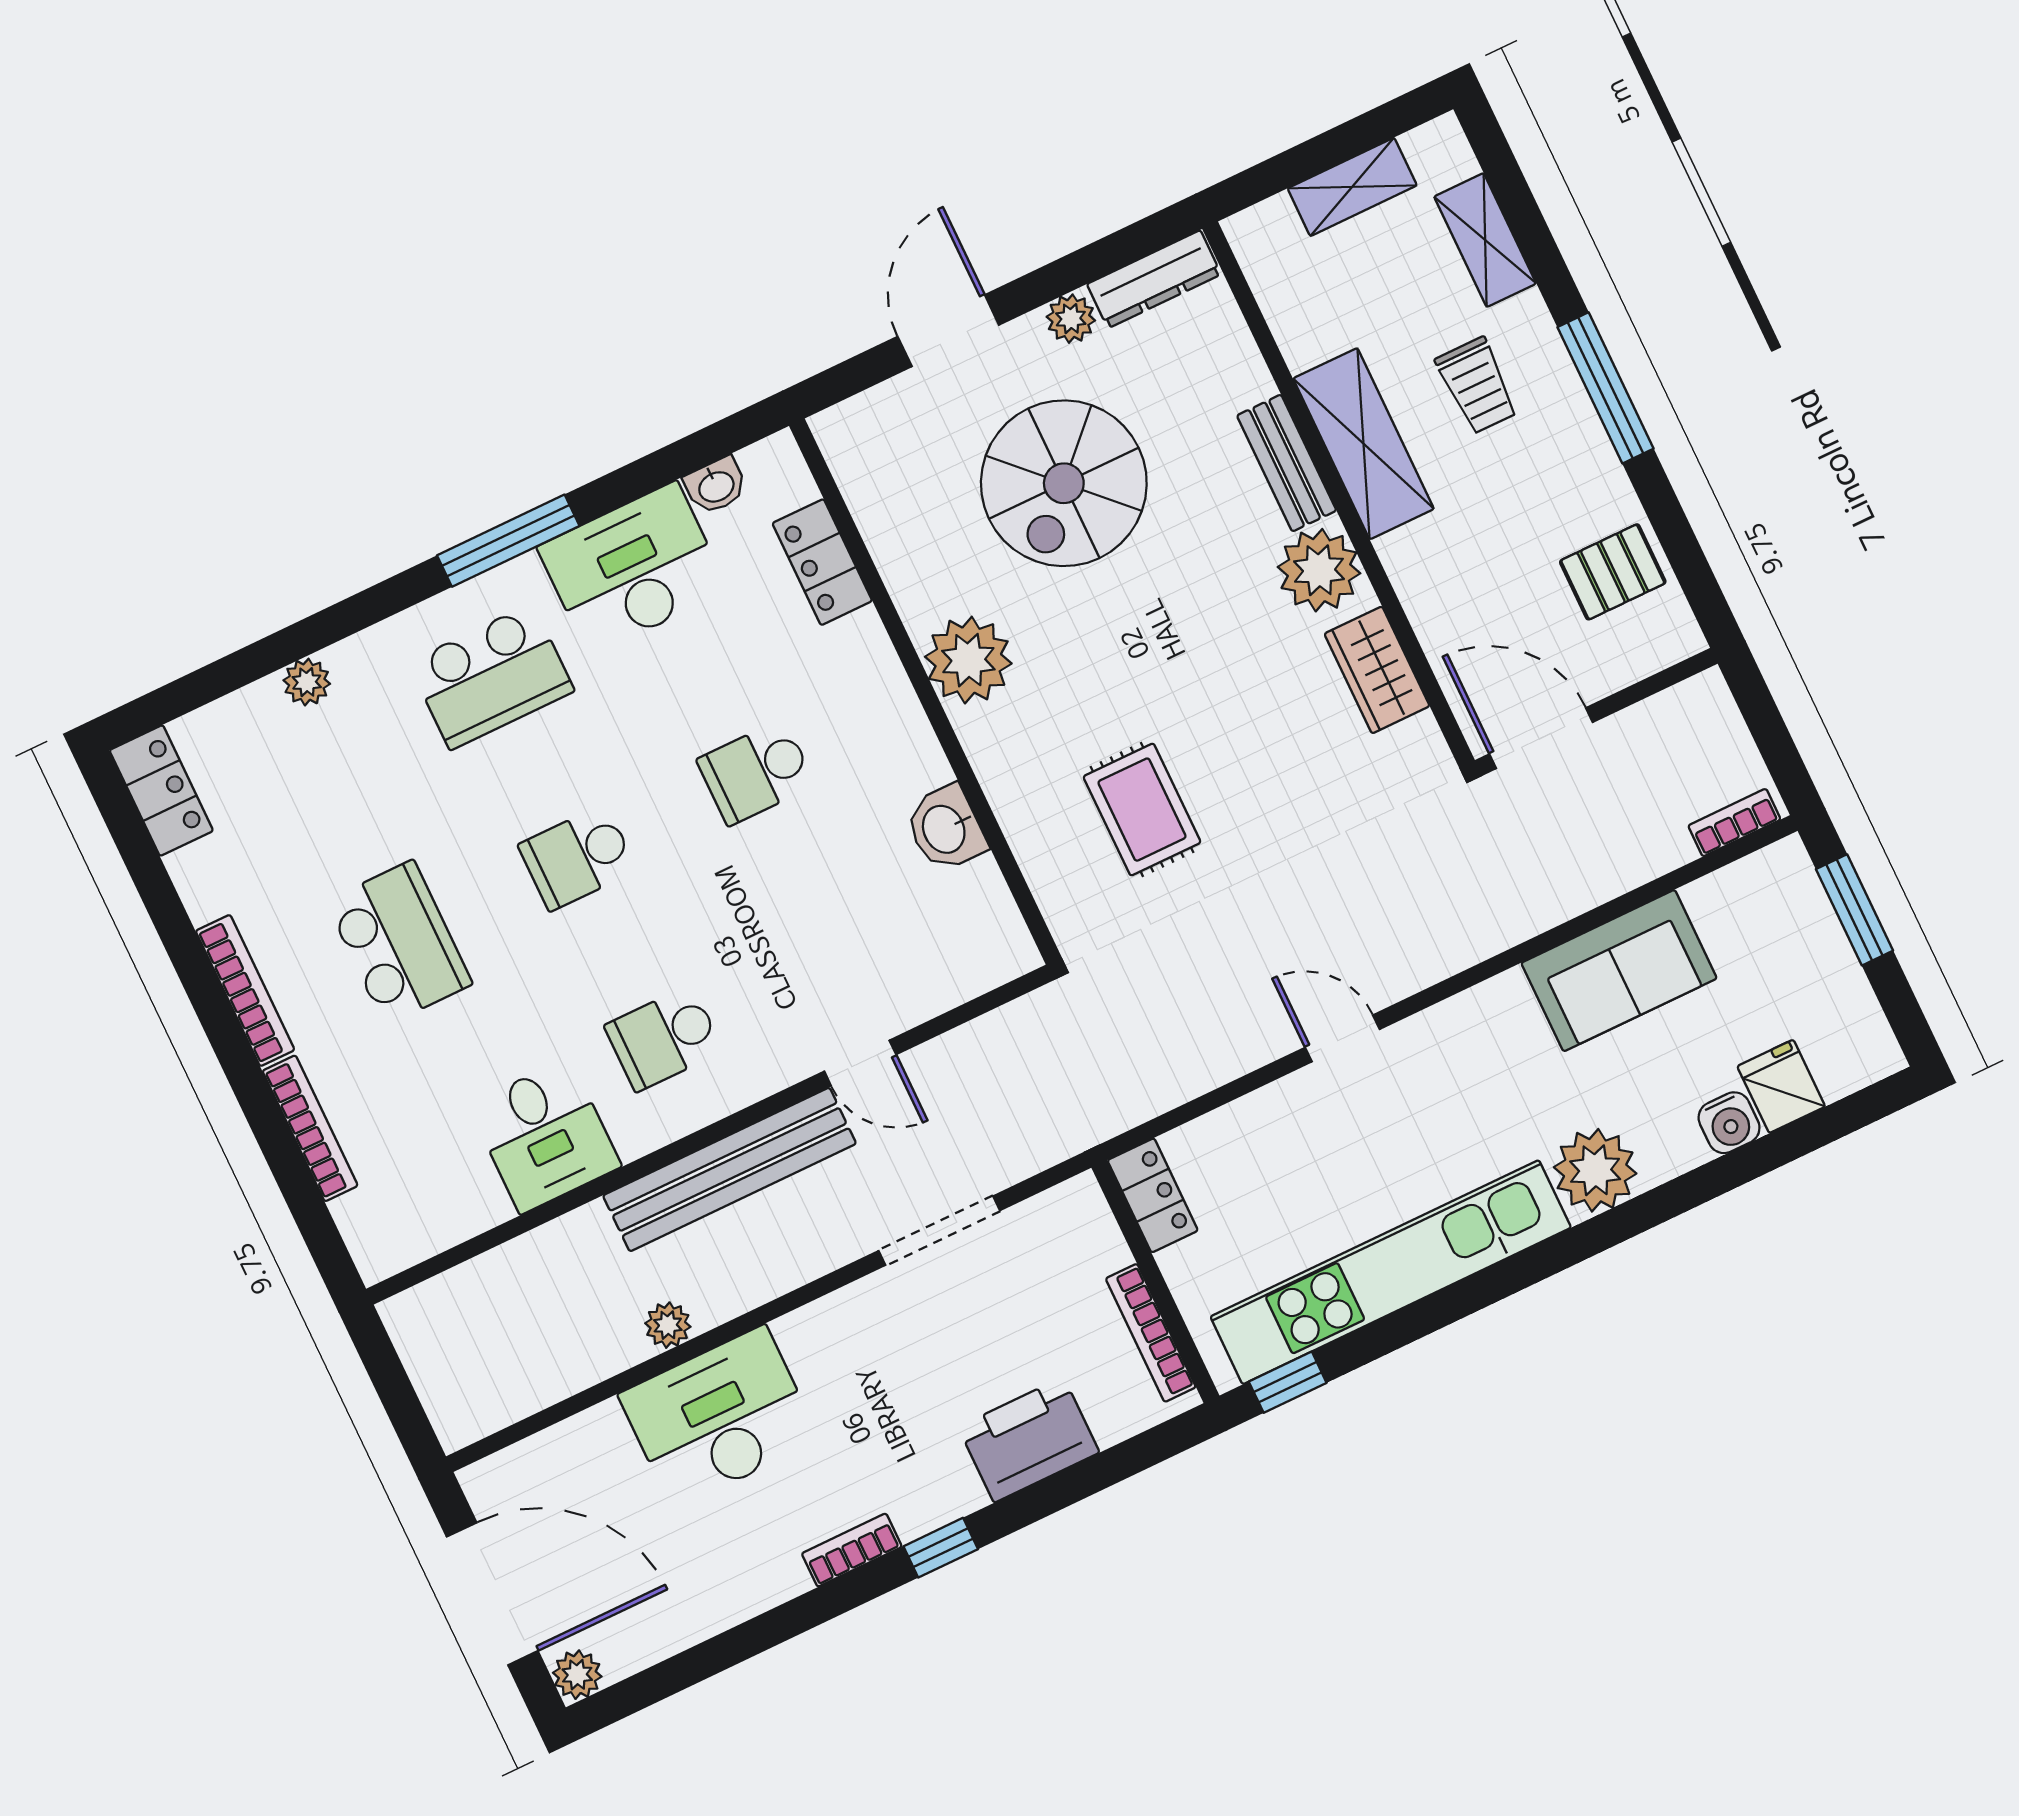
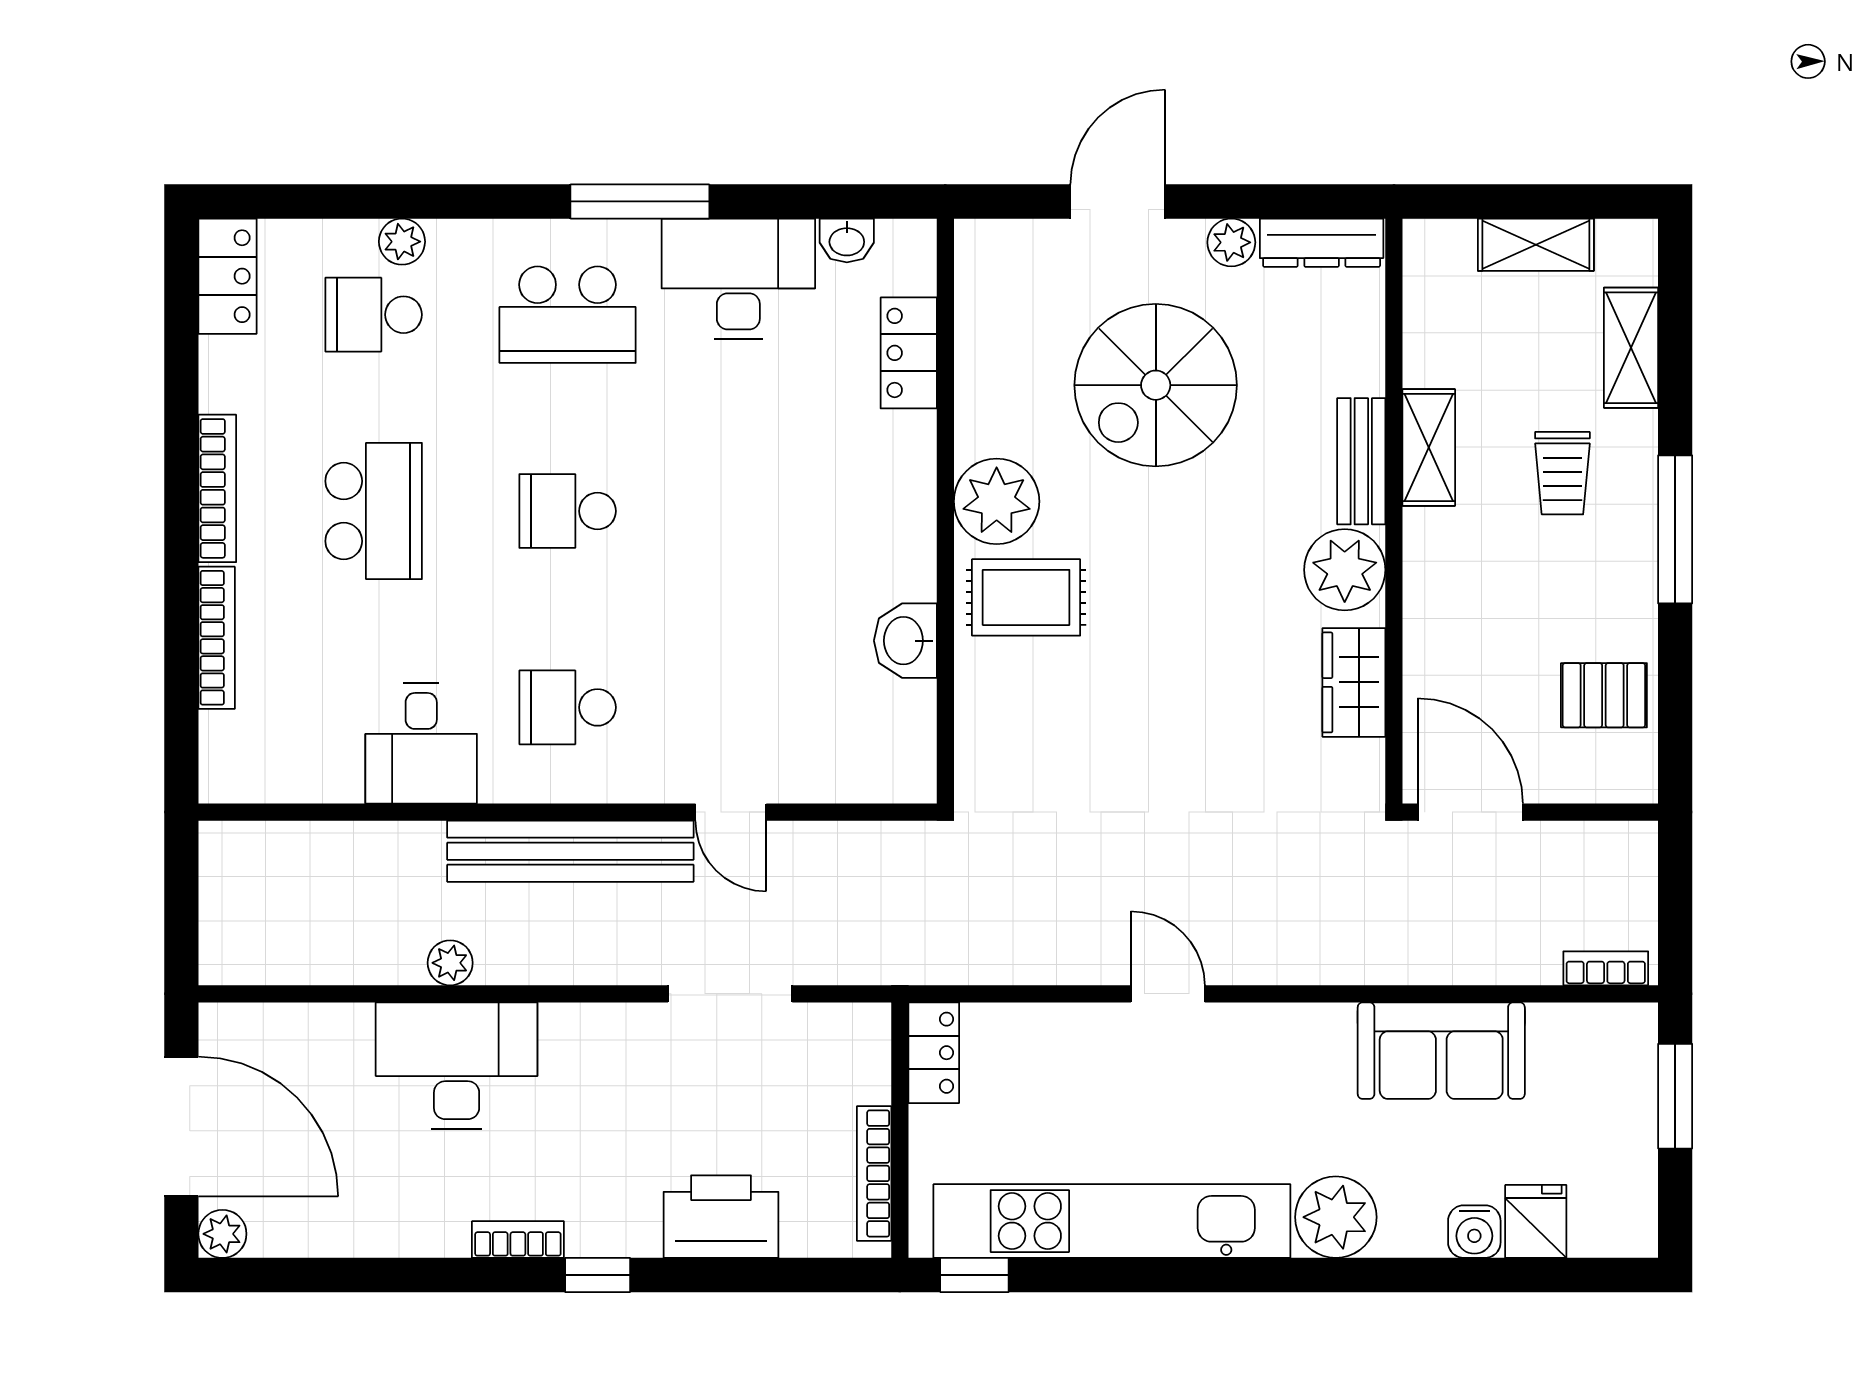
shelving: (1364, 444) -> (1429, 447), width x0.67, depth x0.75
school desk: (756, 772) -> (374, 315), moved
rug: (1142, 810) -> (1026, 597), moved, turned 90

